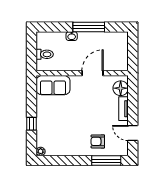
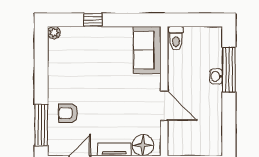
window: (89, 27) -> (229, 70), moved
toilet: (45, 54) -> (176, 38), moved
armchair: (98, 141) -> (68, 113), turned -90

